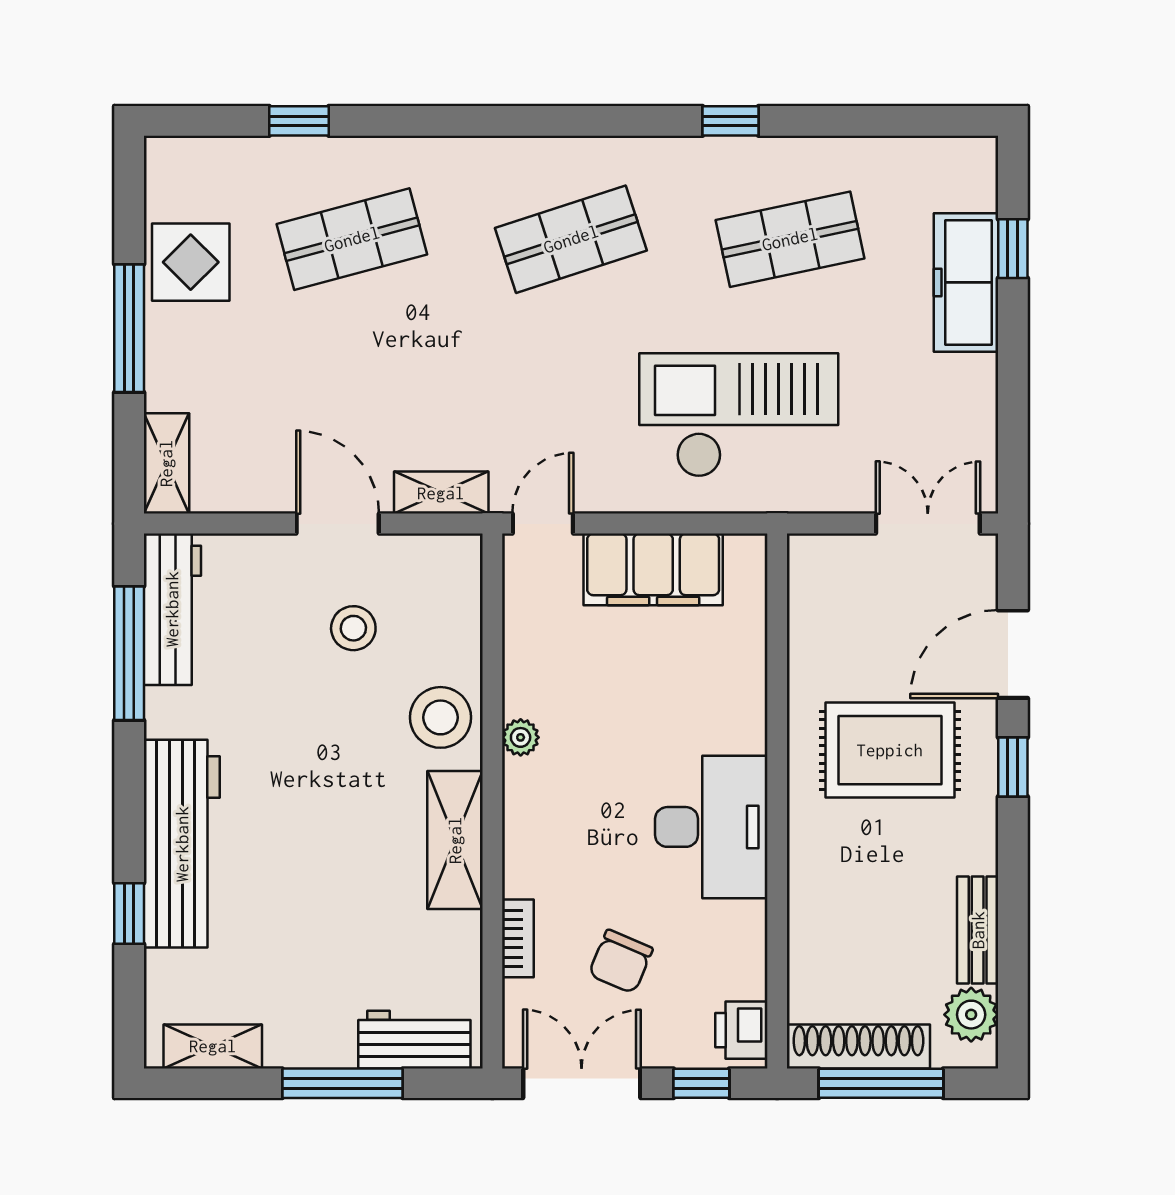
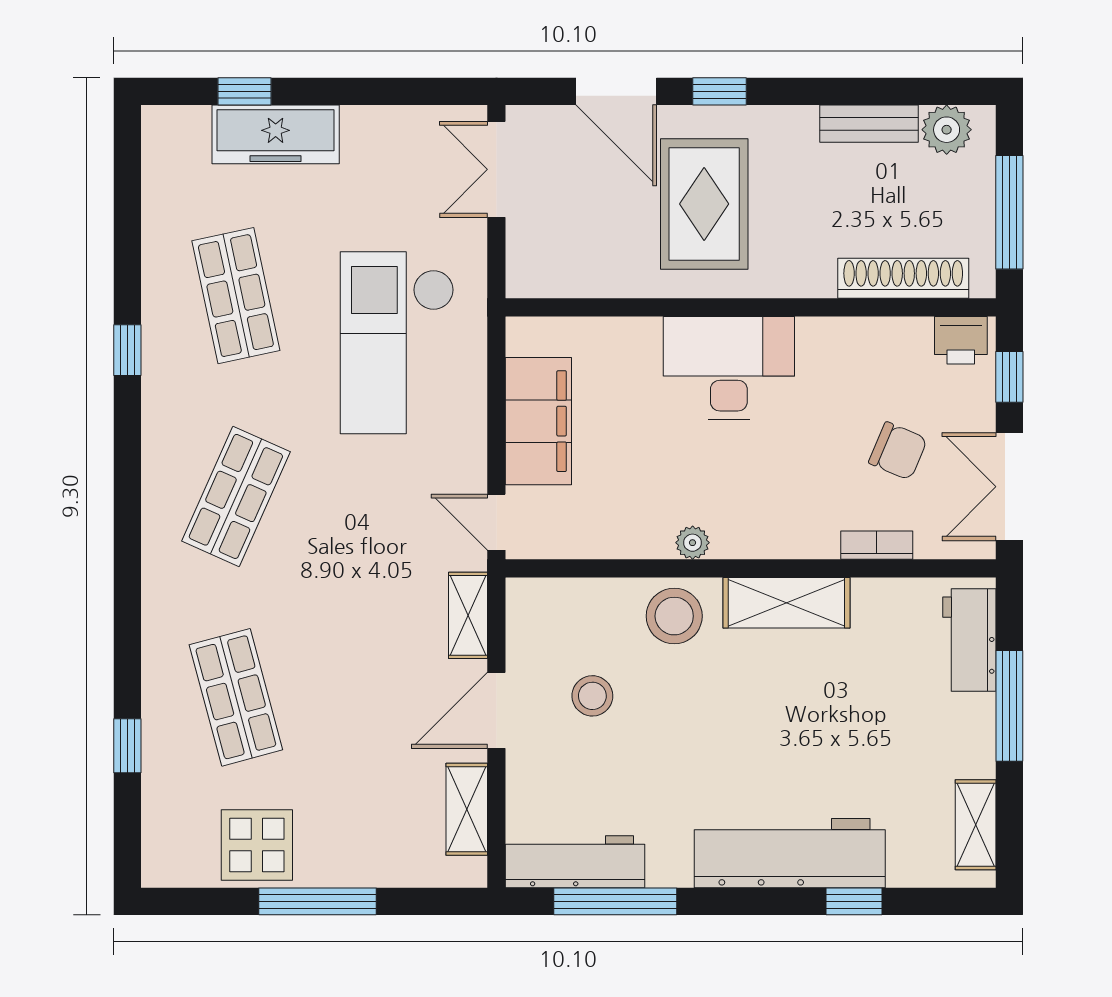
shop shelf: (571, 239) -> (236, 496), turned 42
shelving: (166, 463) -> (467, 809), moved, turned 90
desk: (711, 827) -> (729, 368), moved
shoe rack: (858, 1046) -> (903, 278), moved, turned 90

